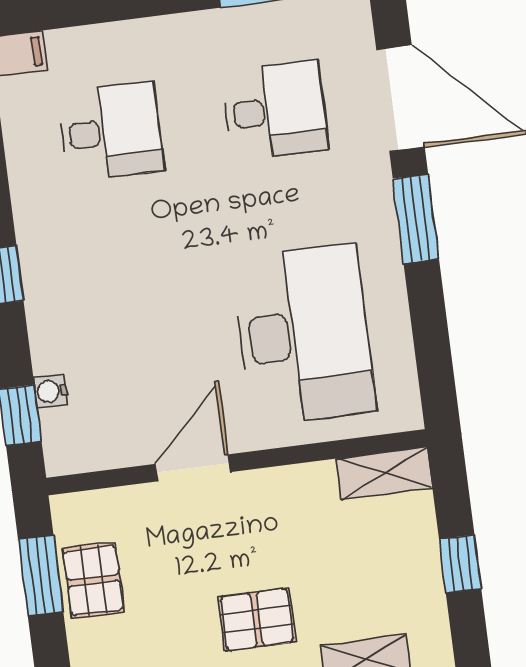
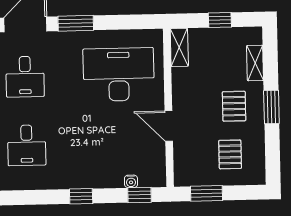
desk: (275, 111) -> (25, 77), turned 180
desk: (111, 132) -> (27, 145), turned 180
pallet: (93, 580) -> (230, 154), moved, turned 90

